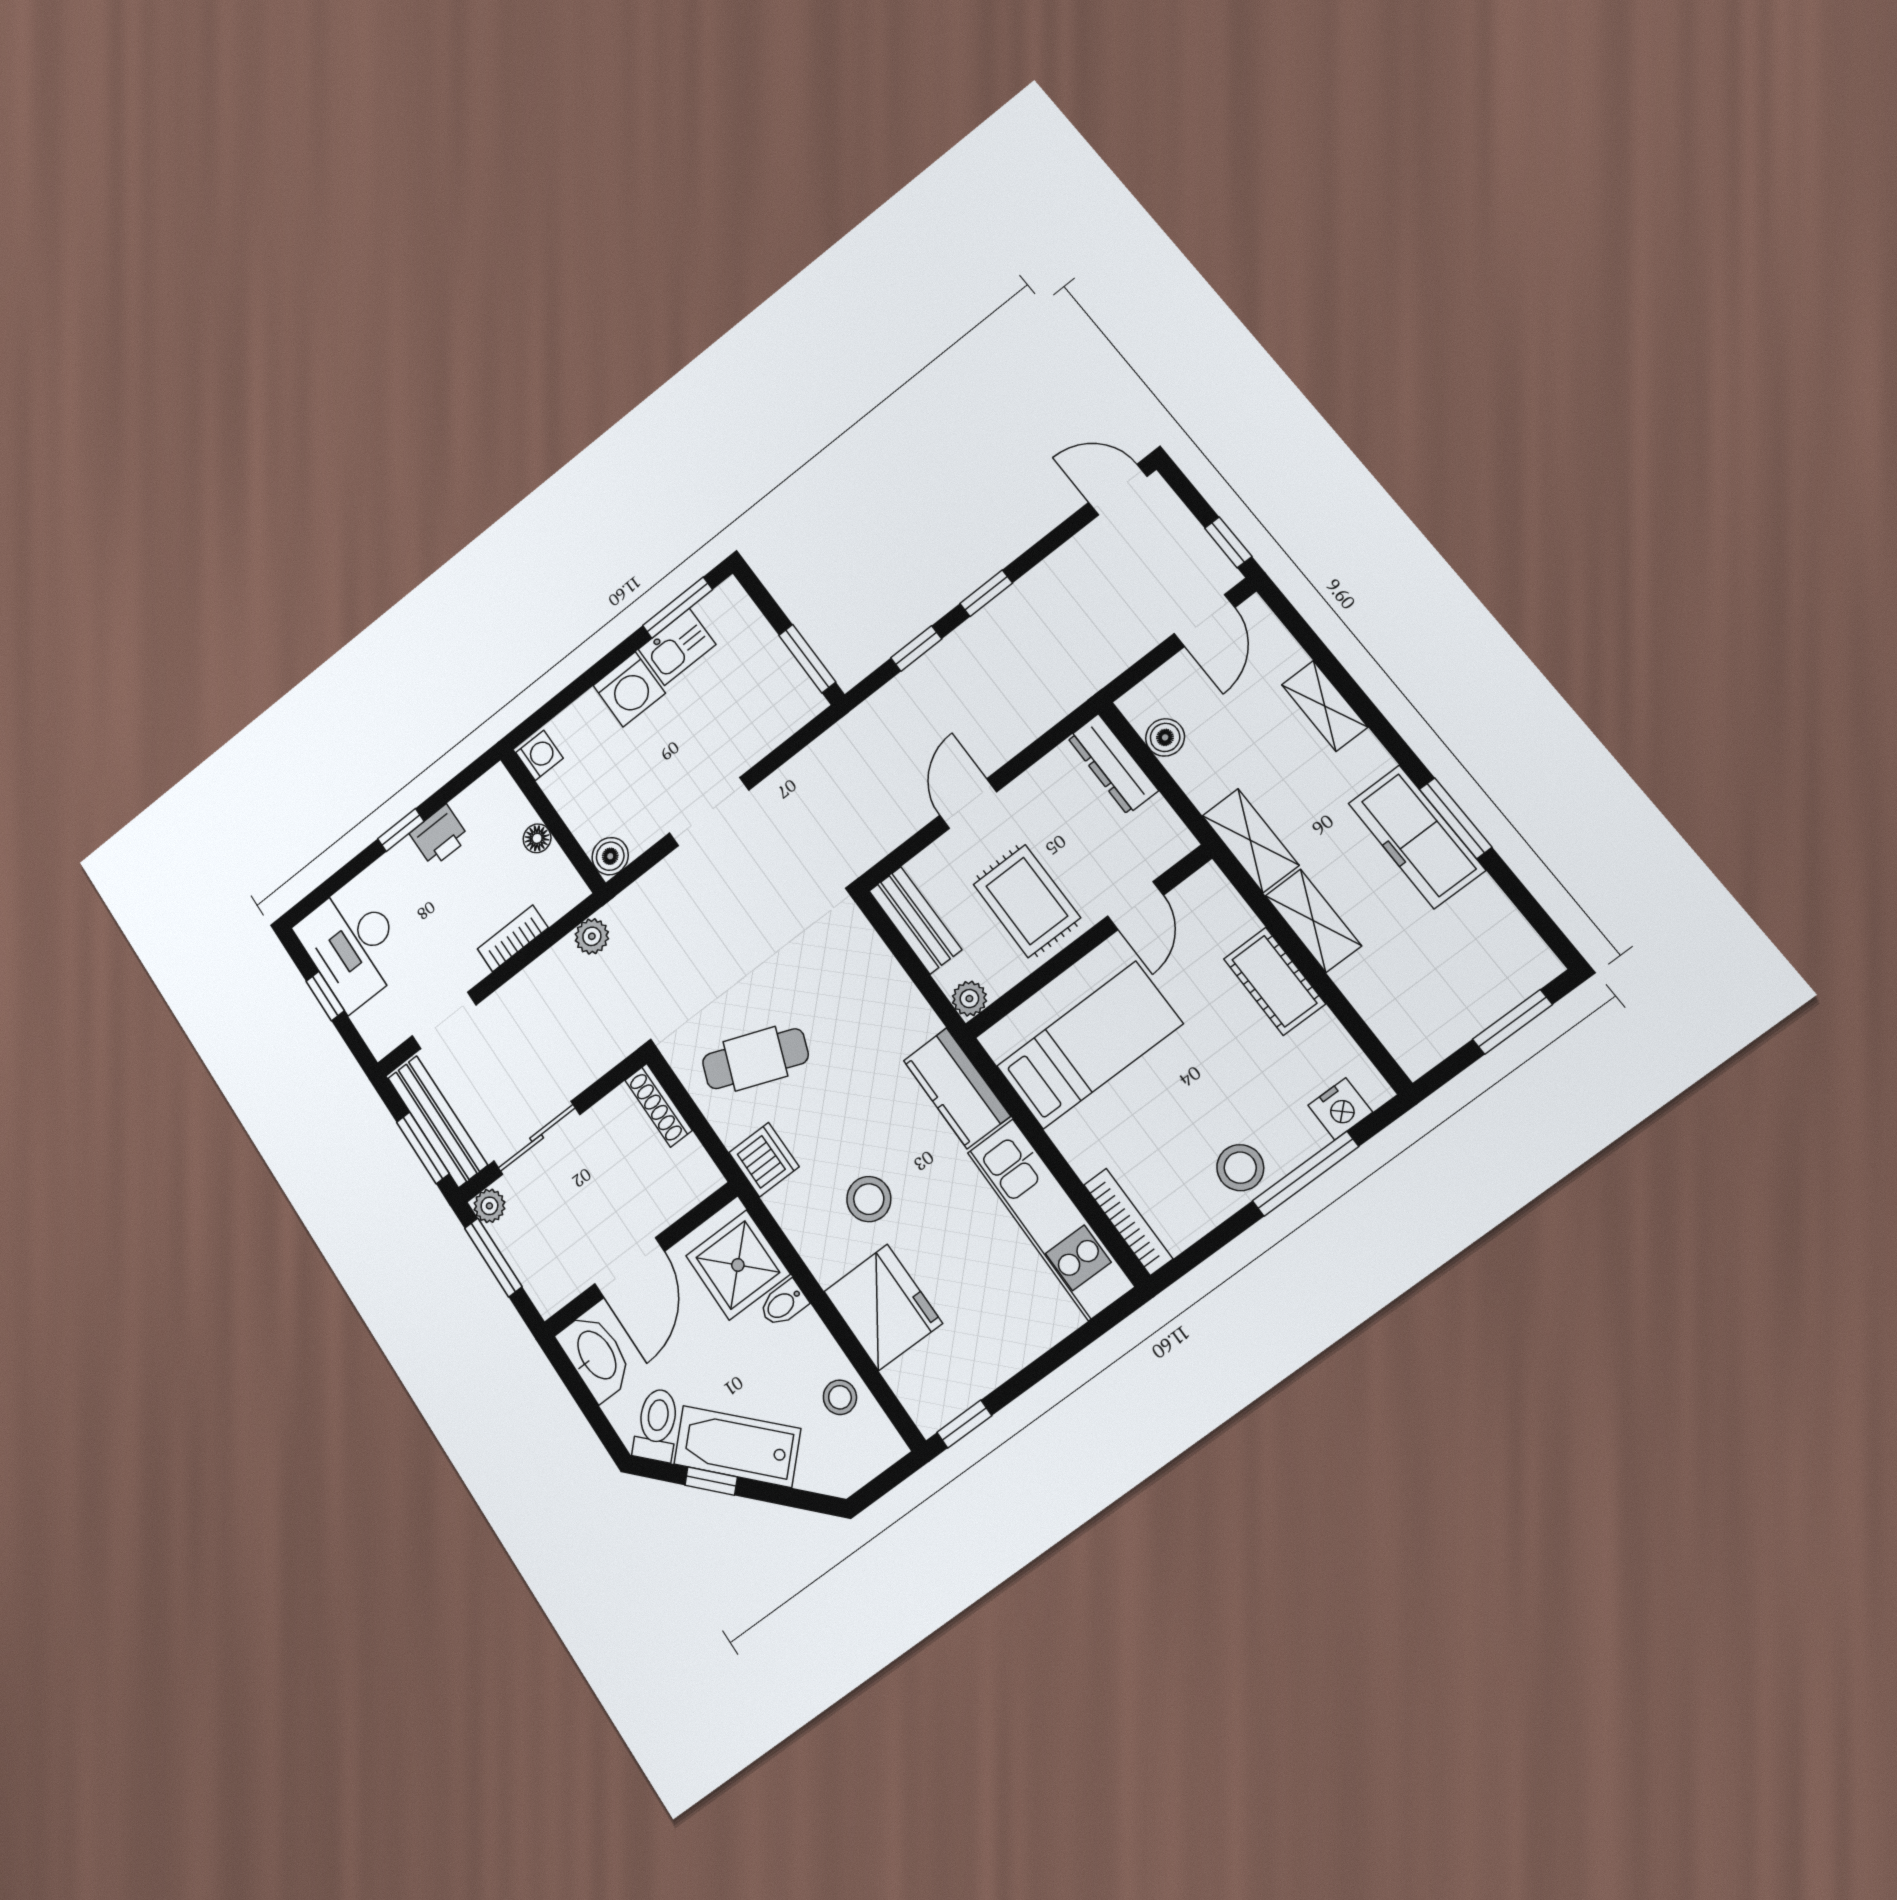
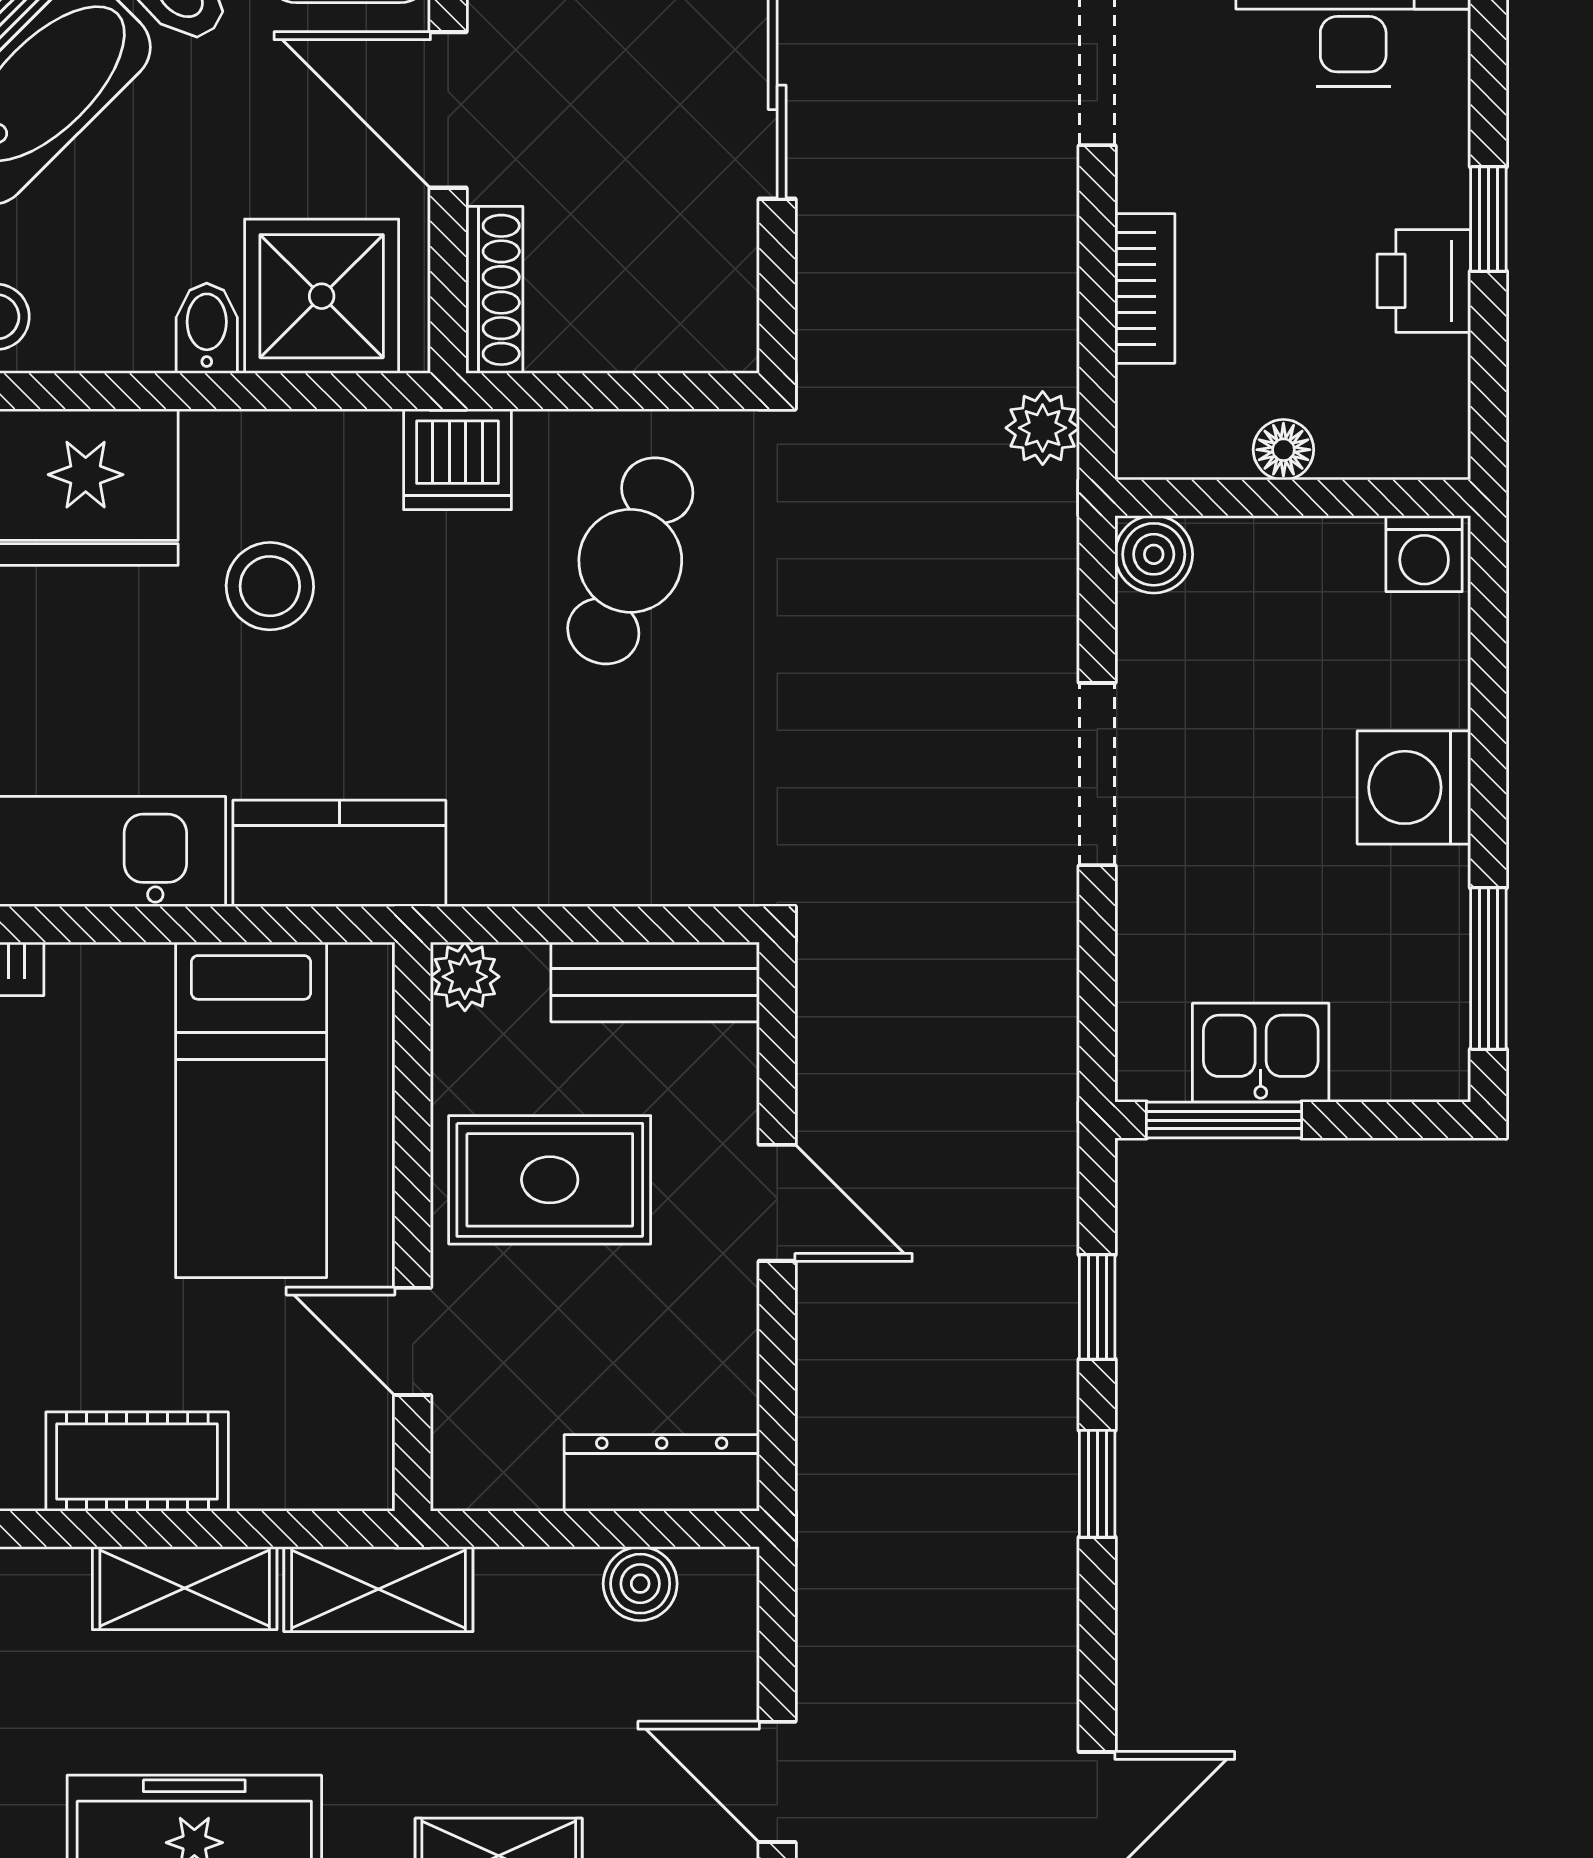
kitchen sink: (677, 647) -> (1261, 1053), moved, turned 90
shoe rack: (659, 1105) -> (494, 290), moved, turned 90

